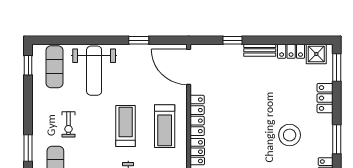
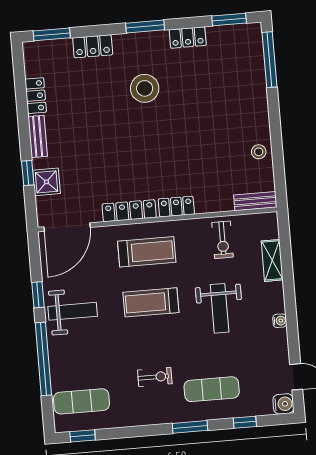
window: (89, 40) -> (43, 359), added
shower: (316, 54) -> (46, 182), moved
weight bench: (94, 71) -> (73, 311), moved, width x0.73, depth x0.75

